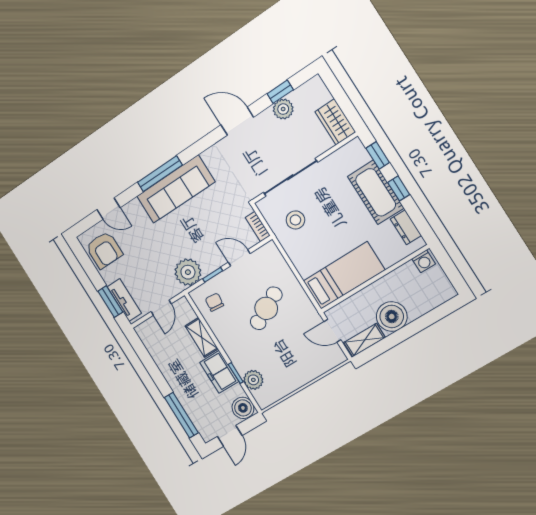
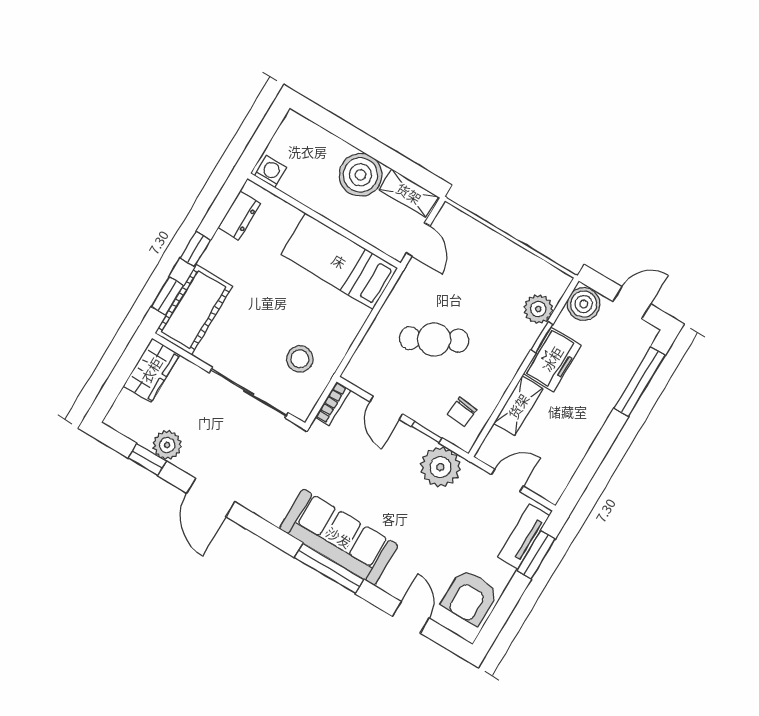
cot: (376, 192) -> (194, 310), moved
armchair: (104, 250) -> (470, 597), turned 180

